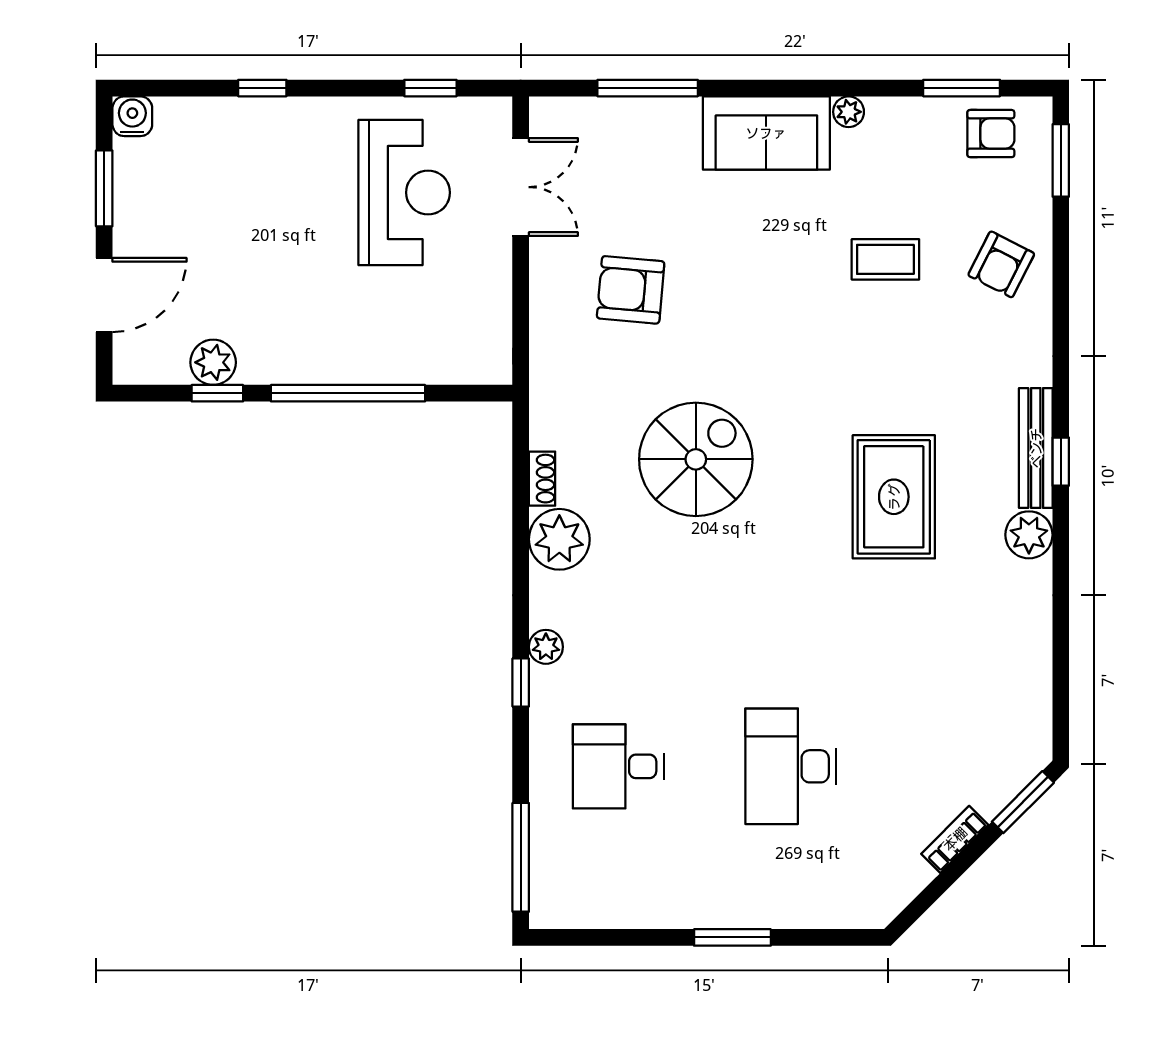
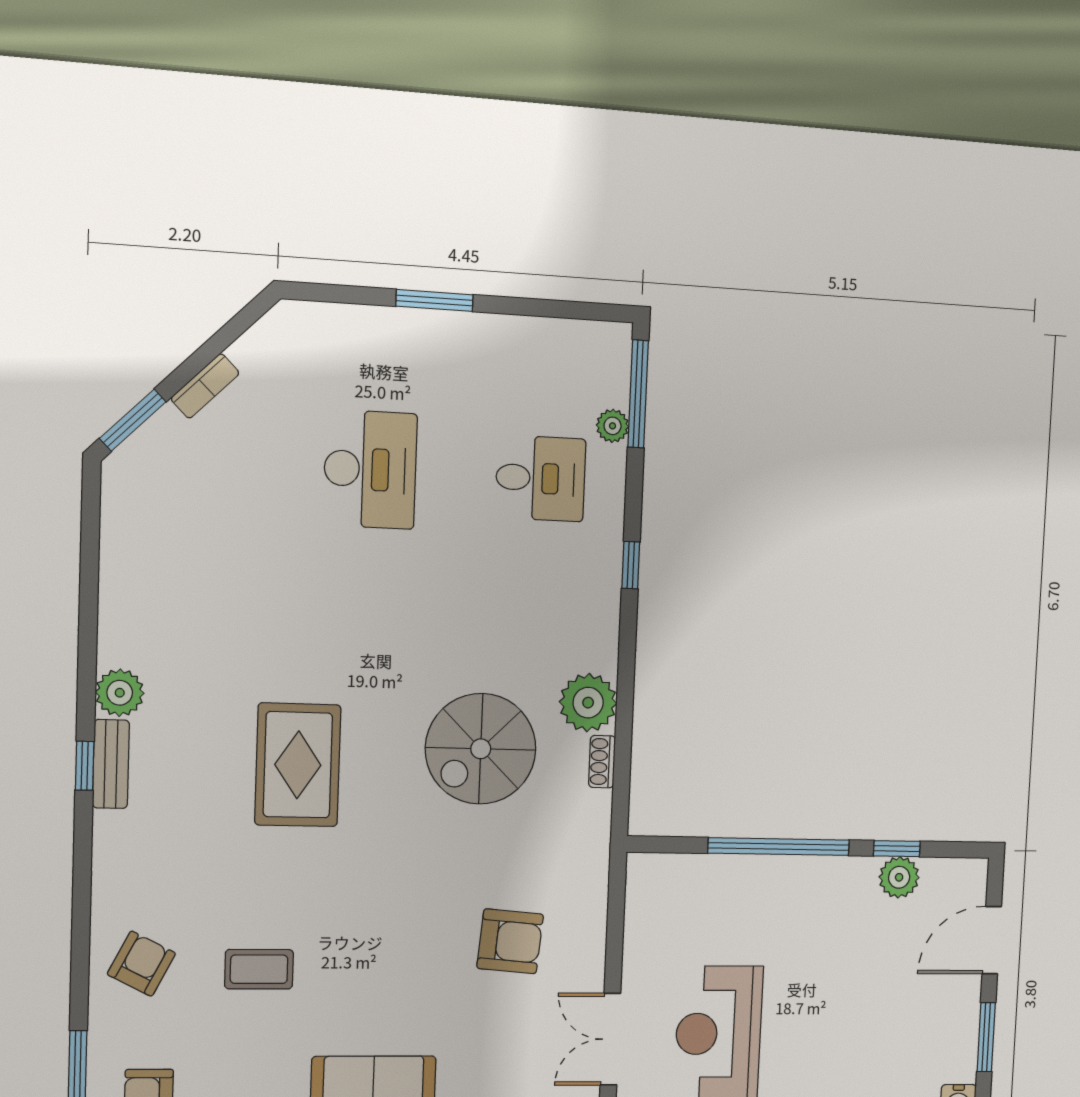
bench: (1036, 448) -> (111, 764), width x0.73
spiral stairs: (696, 459) -> (481, 749), moved
rug: (894, 497) -> (298, 765), moved
plant: (546, 647) -> (613, 426), moved

